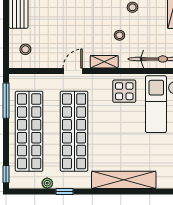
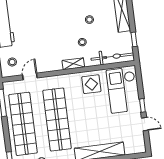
door: (73, 71) -> (30, 76), moved

